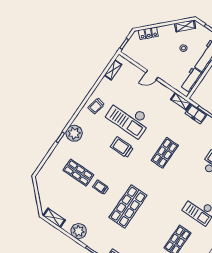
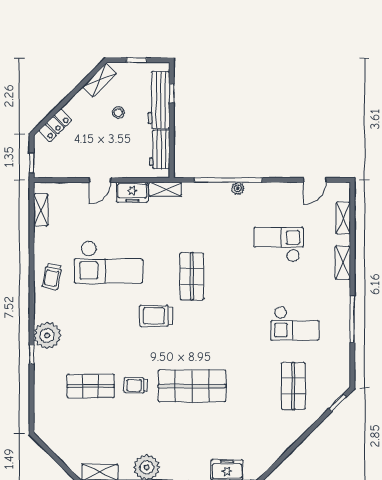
freezer: (196, 114) -> (132, 192), moved
trolley: (122, 147) -> (156, 316), moved
shop shelf: (128, 206) -> (192, 386), turned 90

